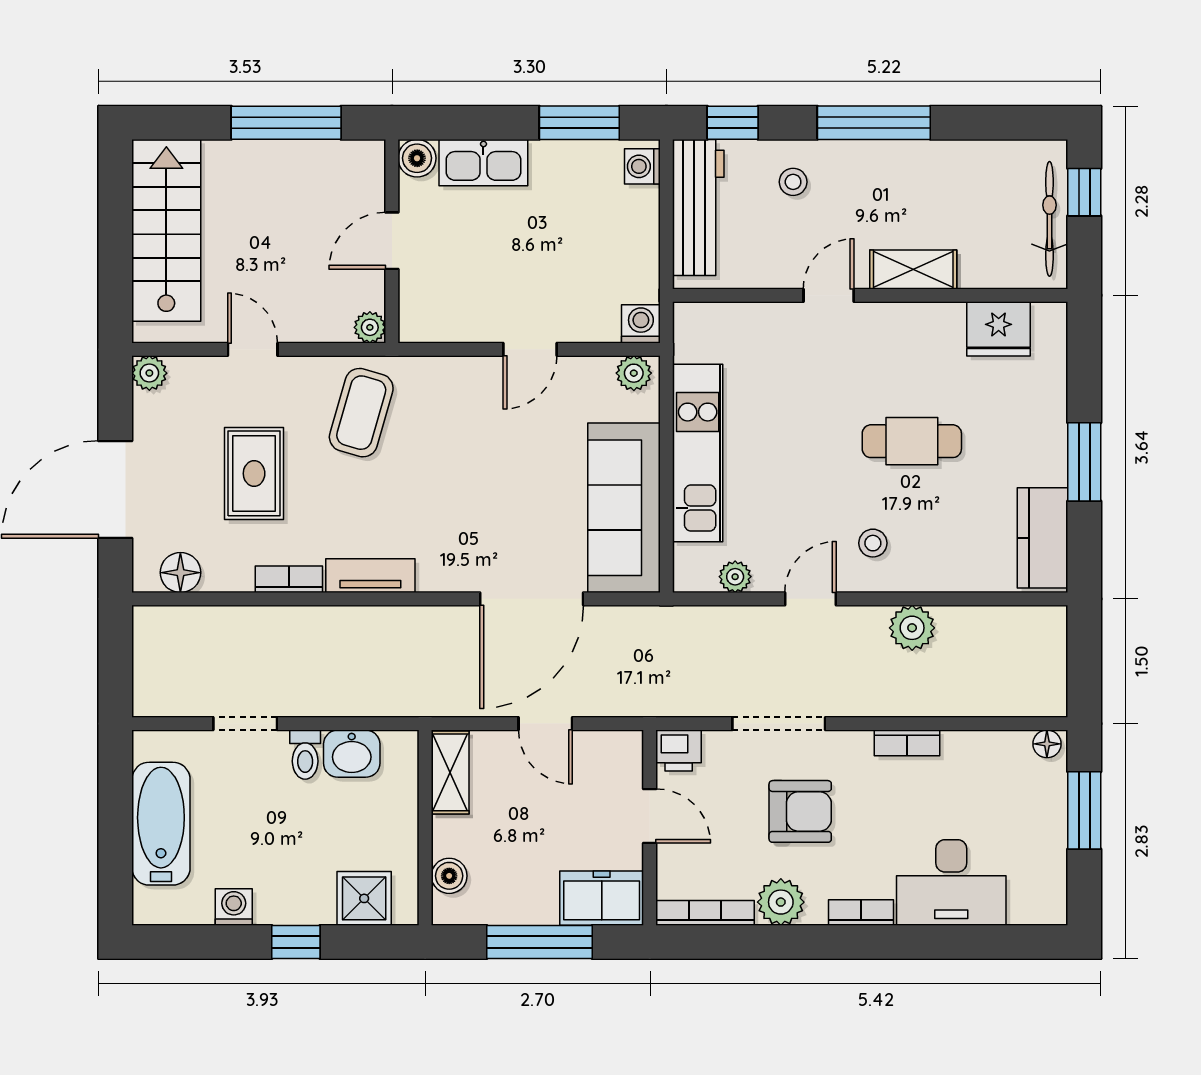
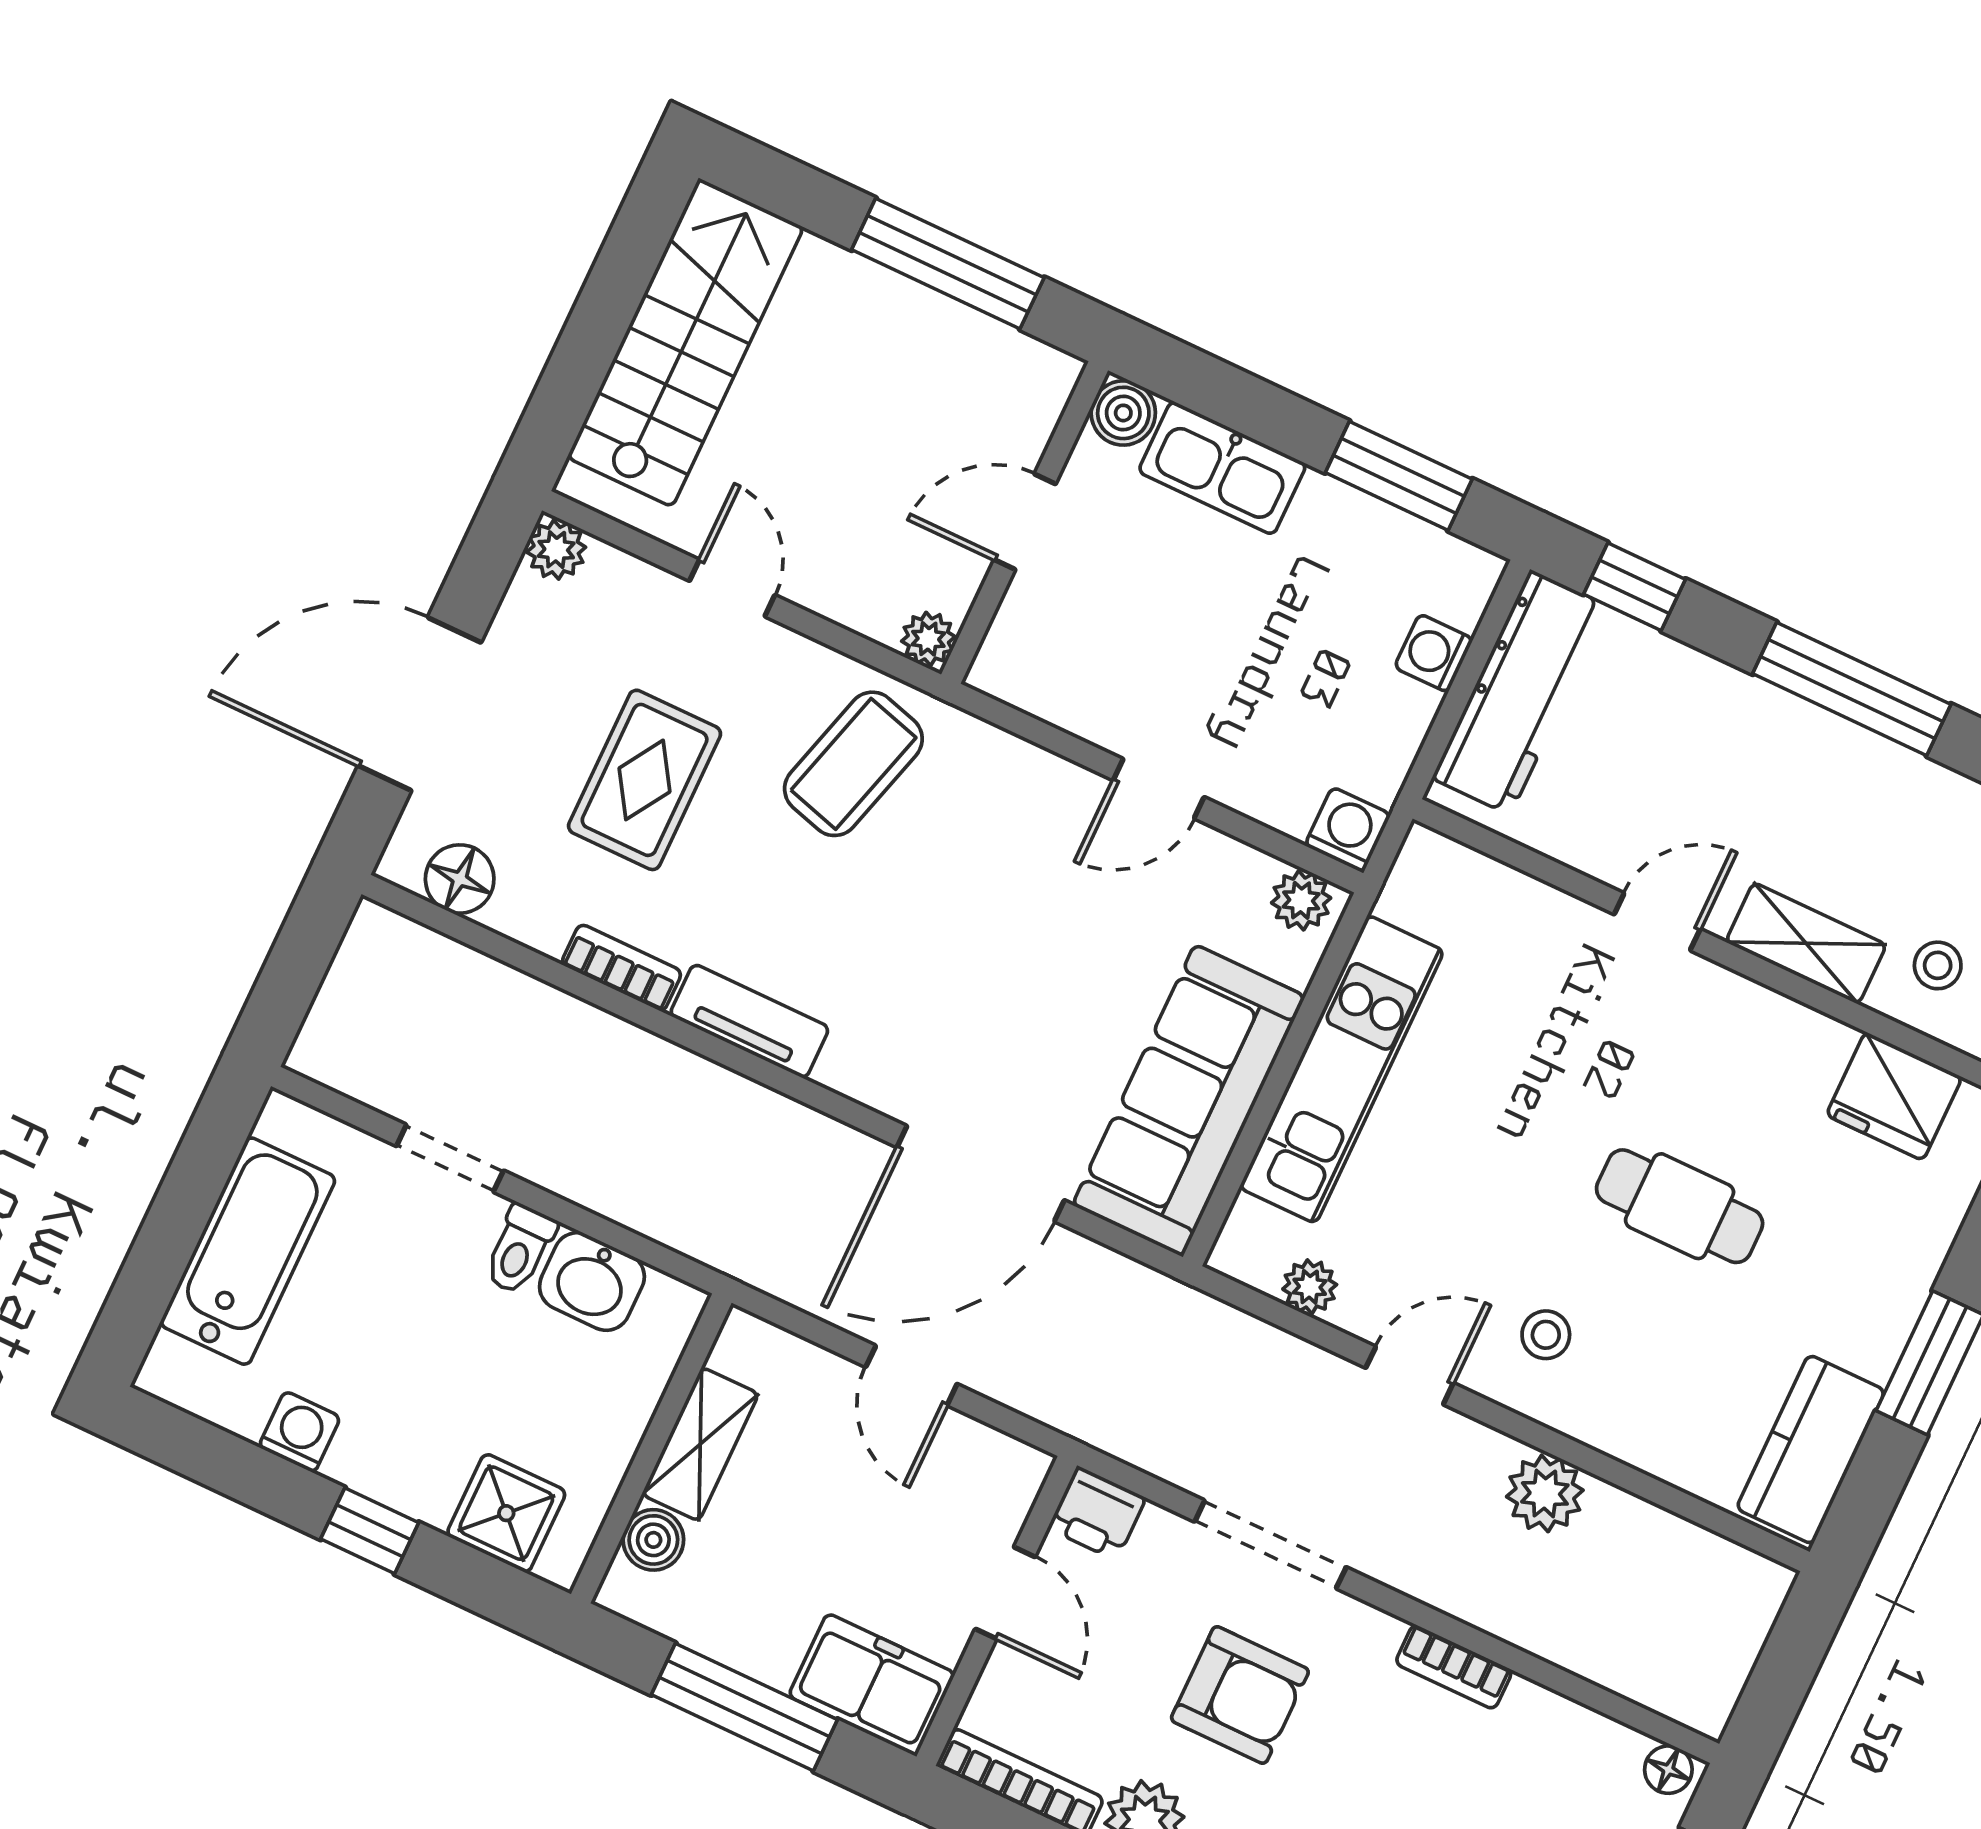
washing machine: (642, 166) -> (1434, 653), moved
stool: (793, 182) -> (1938, 965), moved
shelving: (450, 772) -> (700, 1444), moved

